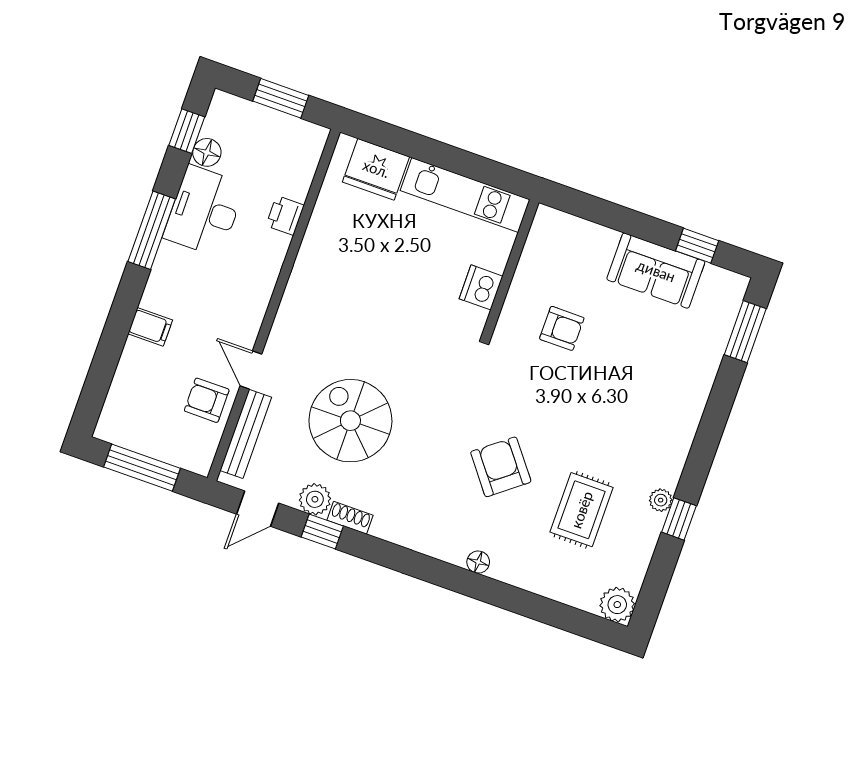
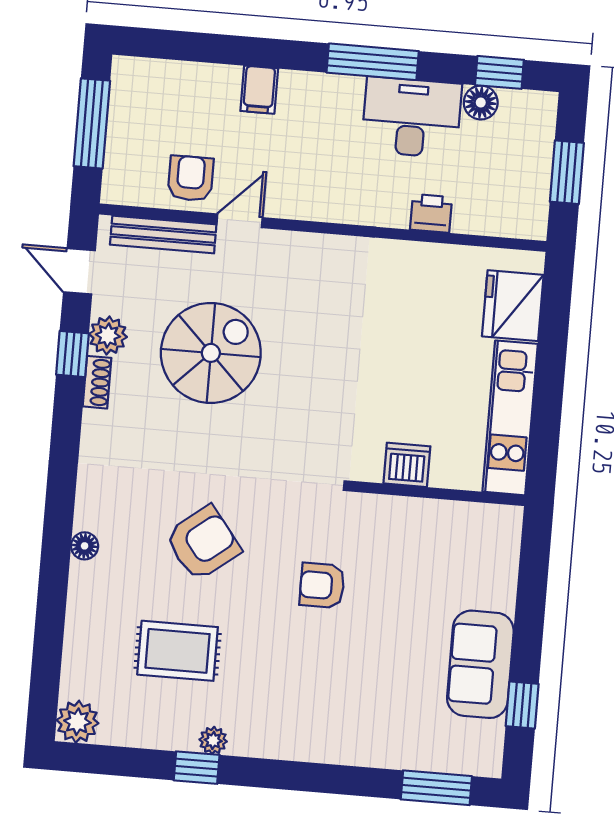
armchair: (562, 328) -> (322, 585), moved, turned 90

